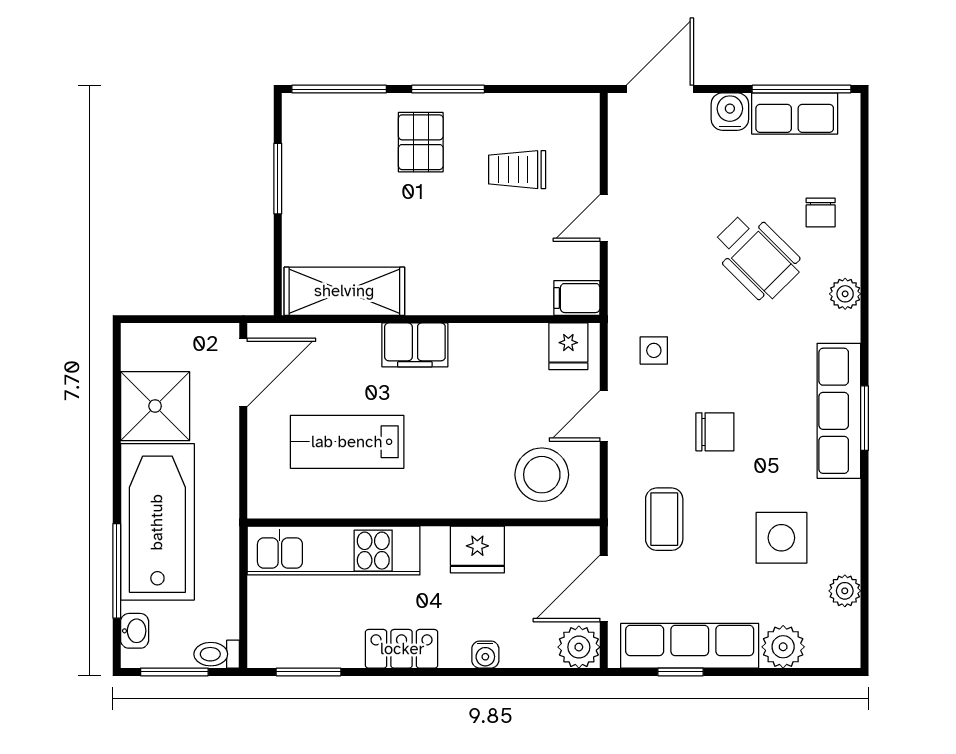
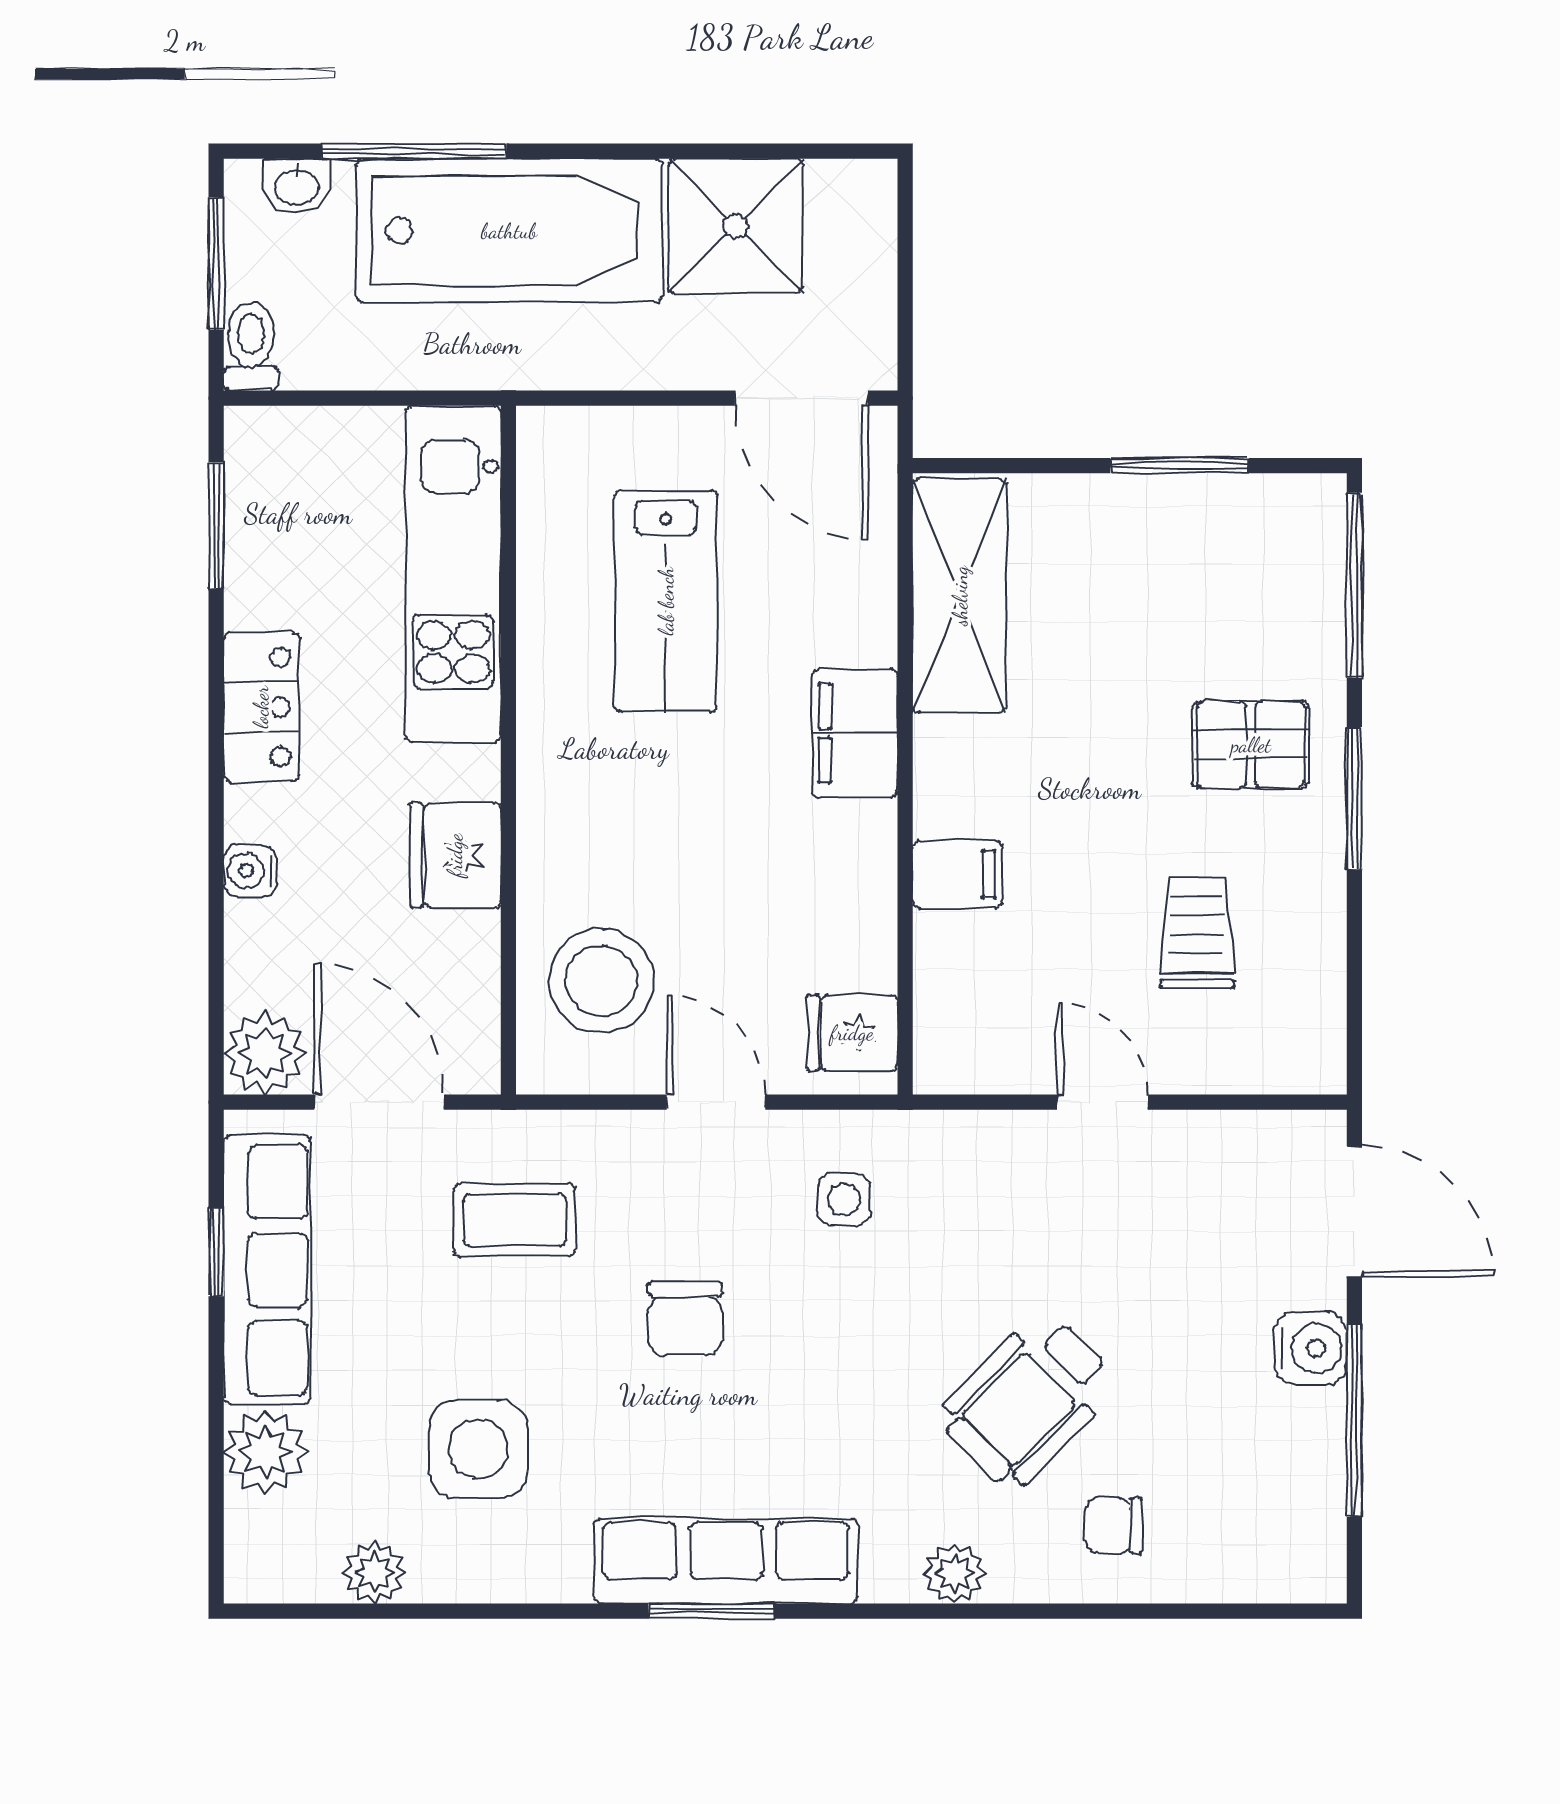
window: (802, 89) -> (1354, 1420), moved
row of seats: (795, 113) -> (1307, 1475), removed
filing cabinet: (577, 298) -> (958, 874), moved, turned 90
lab bench: (347, 442) -> (666, 601), turned 180

